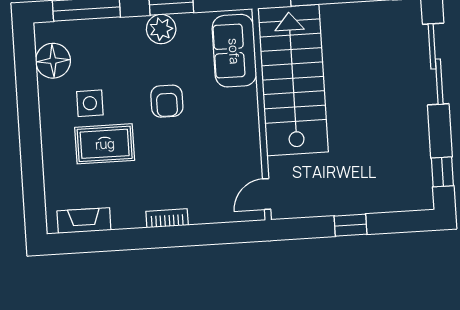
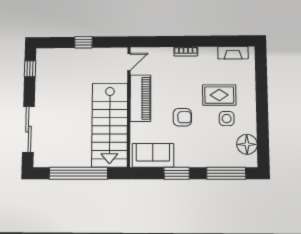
plant: (161, 29) -> (183, 159), removed
sofa: (234, 51) -> (153, 155), moved, turned -90
armchair: (167, 101) -> (182, 117), turned 90
piano: (242, 130) -> (140, 98), added

